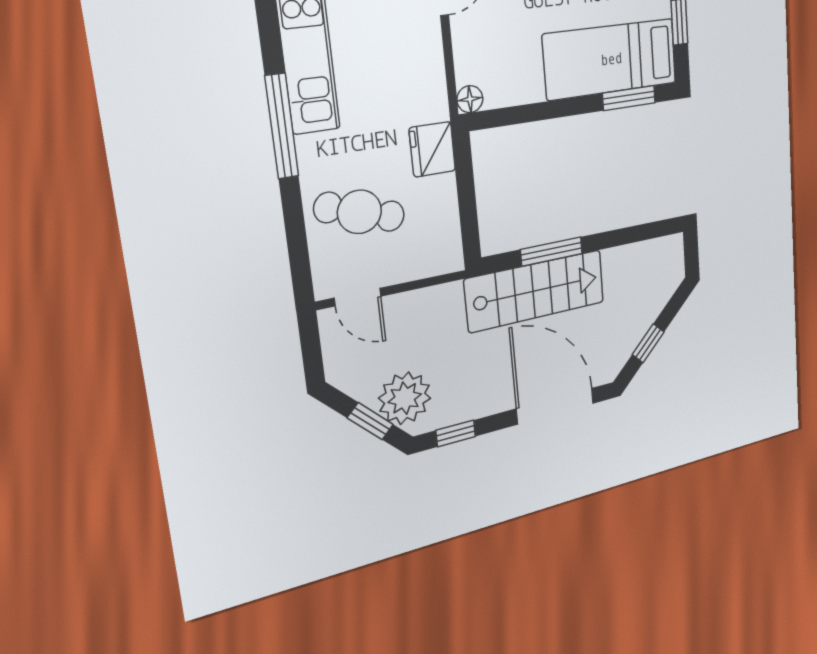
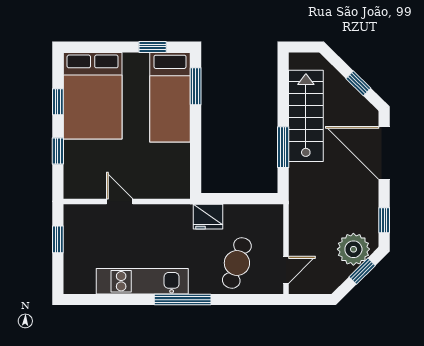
floor lamp: (470, 99) -> (182, 191), removed
stairs: (535, 291) -> (306, 116), moved
door: (555, 406) -> (384, 153), hinge flipped

